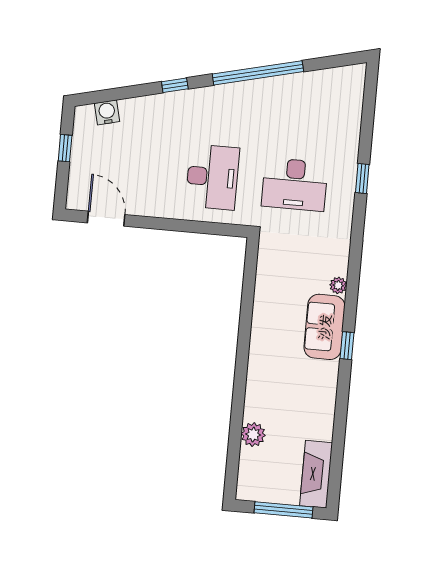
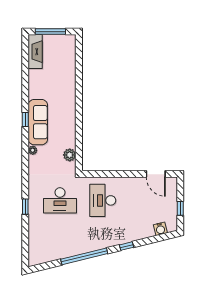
desk: (295, 184) -> (60, 200), turned 180
sofa: (324, 327) -> (38, 122), width x1.36
plant: (253, 435) -> (70, 155), moved

